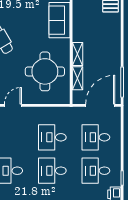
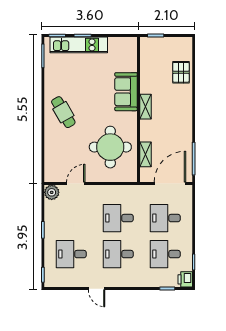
shelving: (78, 54) -> (145, 107), moved

